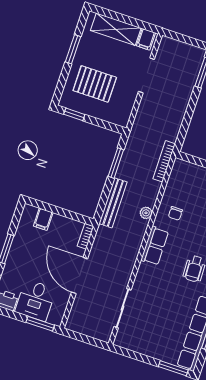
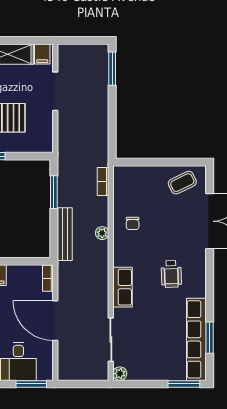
bookcase: (164, 161) -> (103, 181), width x0.64
row of seats: (155, 246) -> (122, 287), moved
plant: (120, 341) -> (120, 374), added

